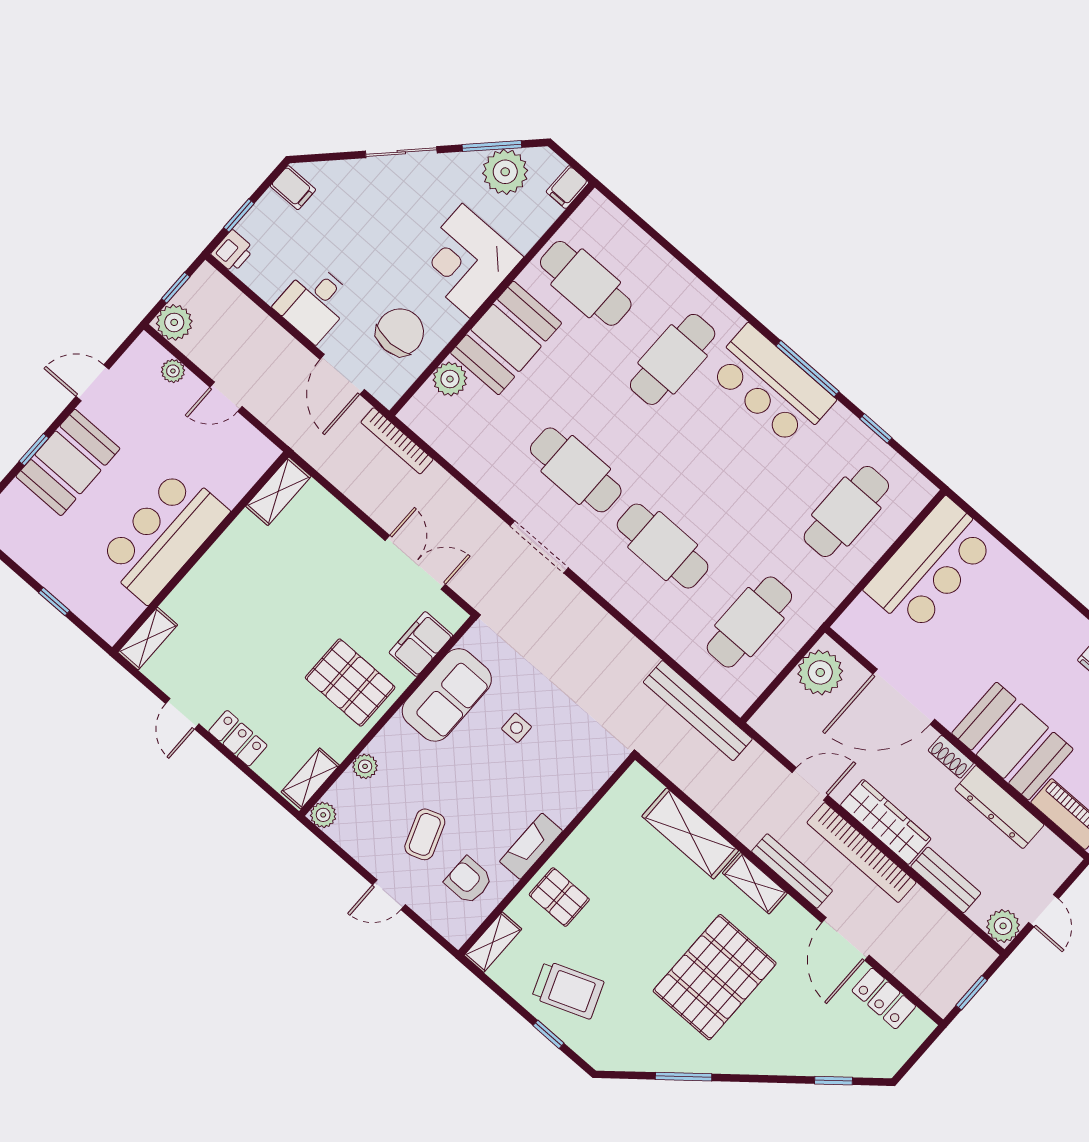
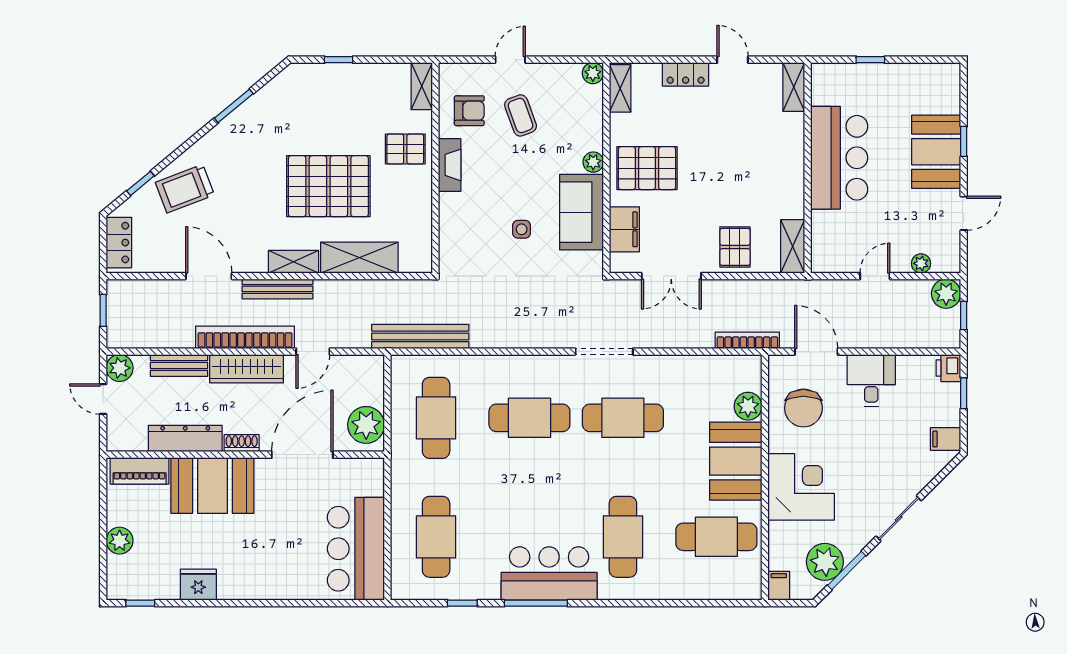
pallet: (332, 538) -> (735, 247), added
plant: (365, 766) -> (593, 162), moved
pallet: (715, 977) -> (328, 186), moved, turned 90
trolley: (568, 990) -> (185, 189), moved
locker: (884, 998) -> (119, 243), moved, turned 90

